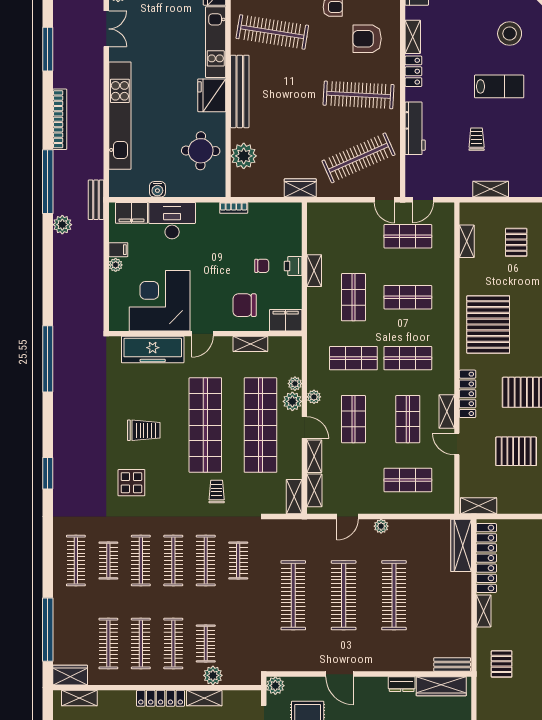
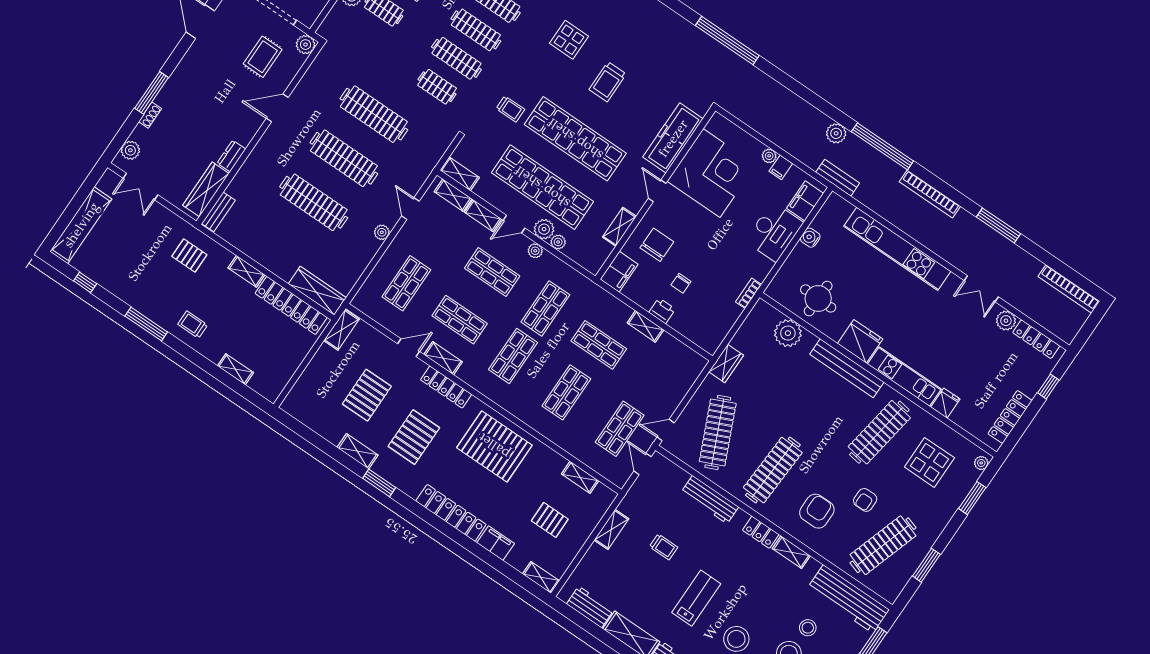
lab bench: (499, 86) -> (696, 598), turned 180

